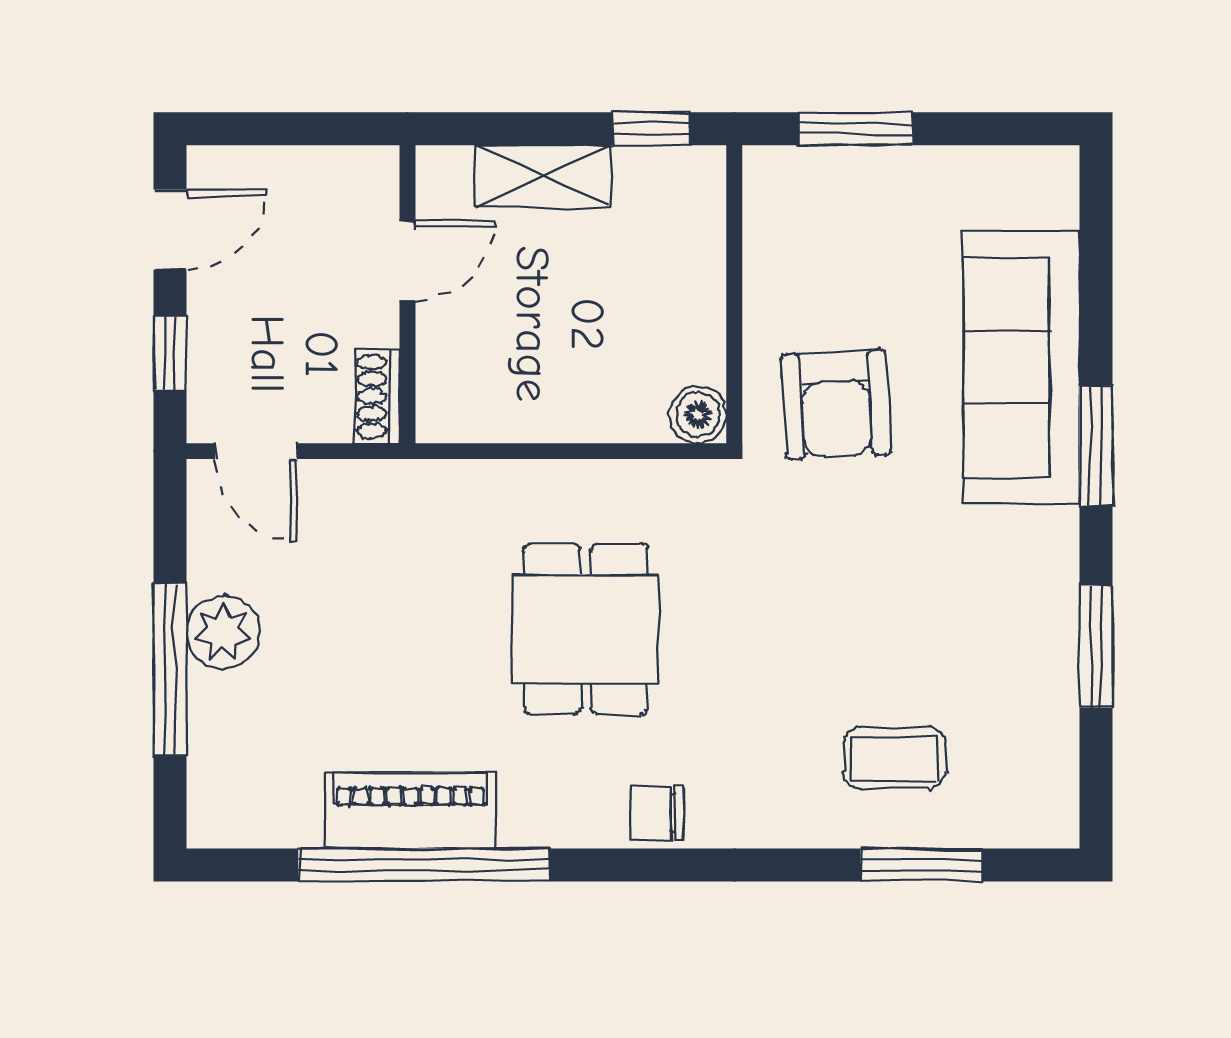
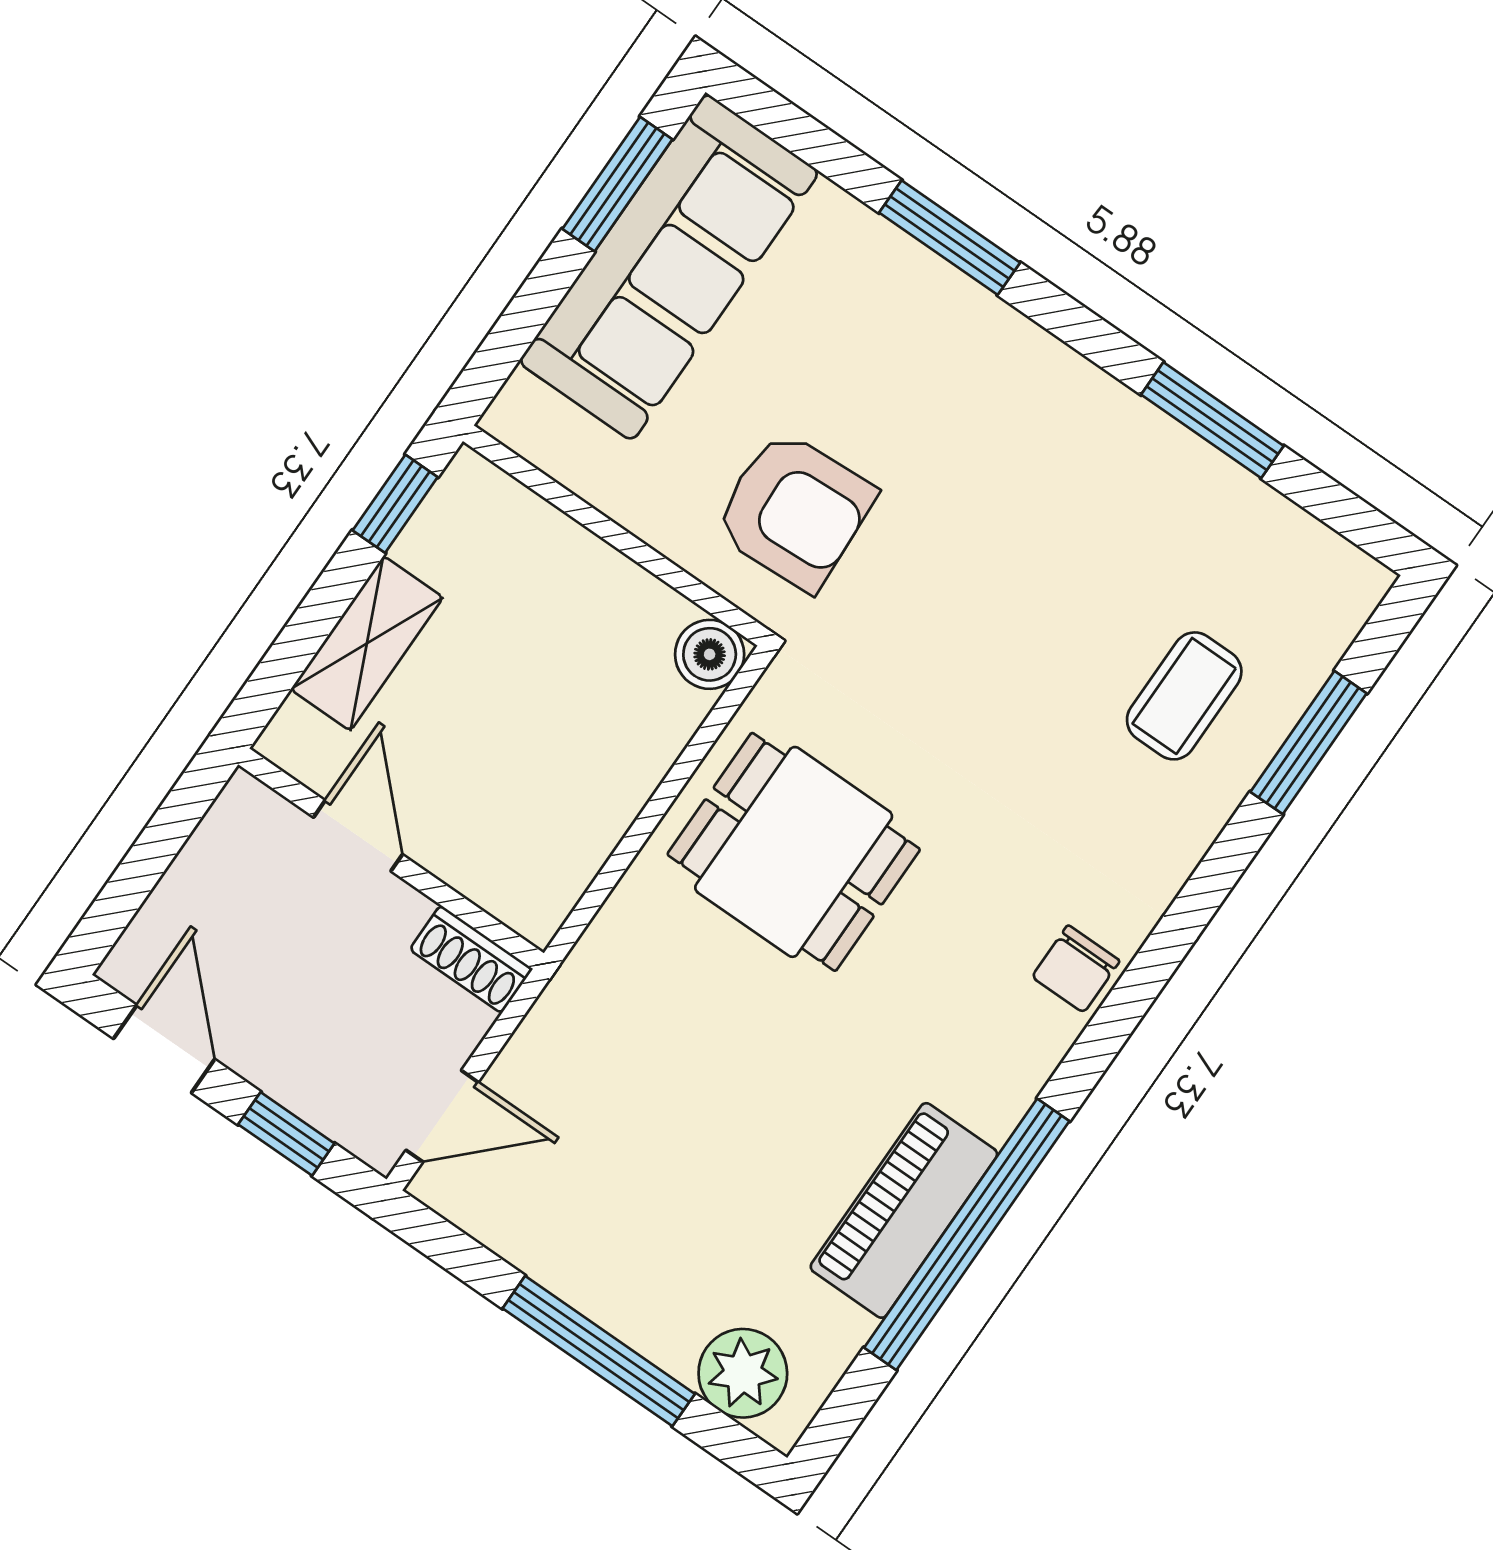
window: (856, 129) -> (617, 184), moved
sofa: (1021, 367) -> (669, 267), moved, turned -90
window: (1096, 446) -> (950, 238), moved
dining table: (586, 629) -> (794, 852), moved
plant: (223, 632) -> (743, 1373), moved

